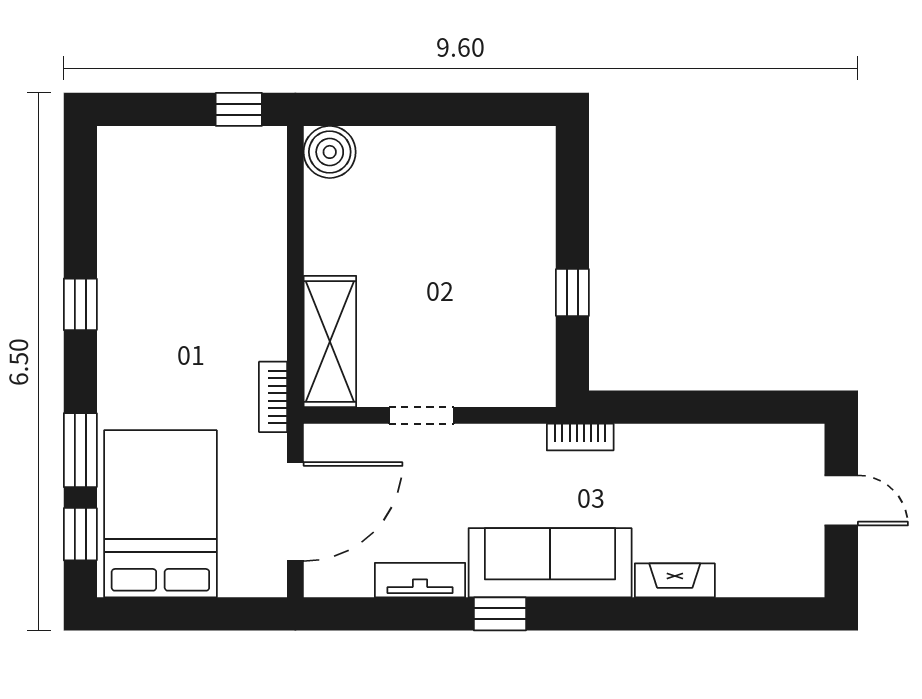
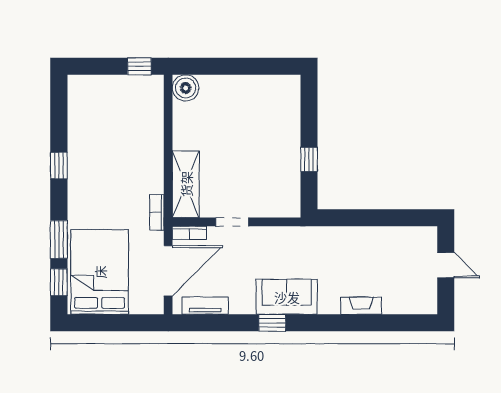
bookcase: (580, 437) -> (189, 233), moved
sofa: (550, 563) -> (287, 297), width x0.73
tv unit: (420, 580) -> (205, 306), moved

